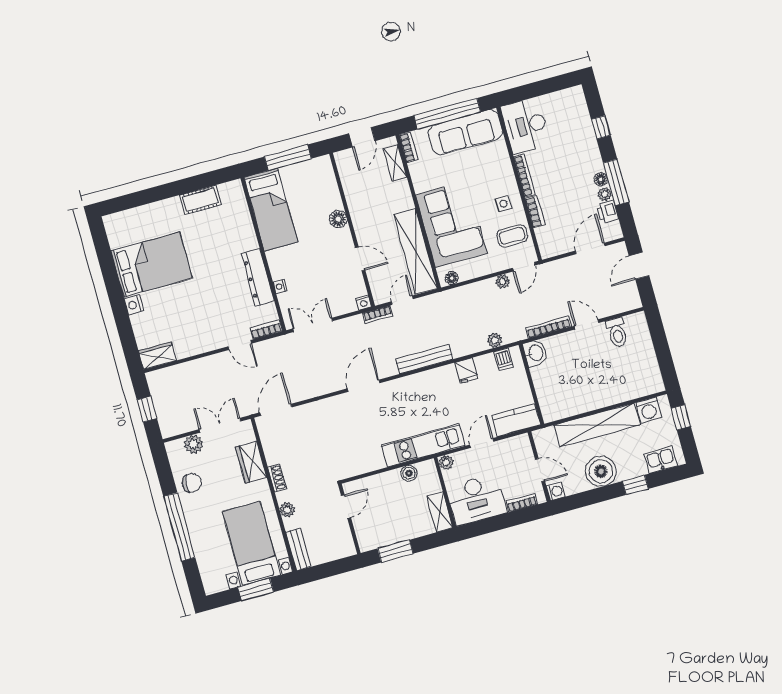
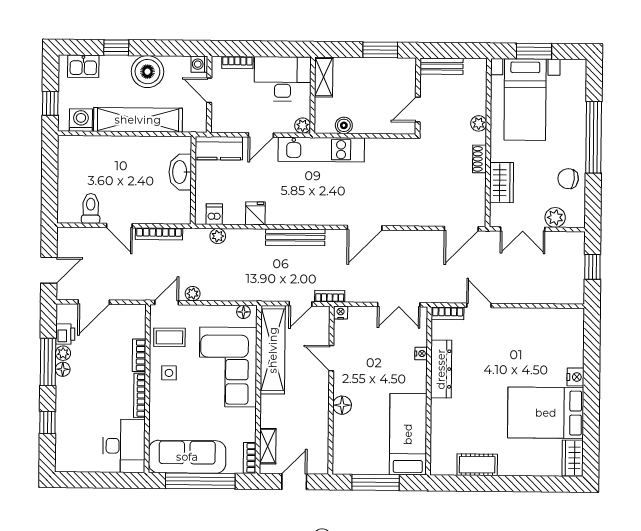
washbasin: (535, 353) -> (180, 172), moved, width x1.38
wardrobe: (157, 356) -> (573, 458), moved, turned 90
bench: (298, 549) -> (441, 66), moved, turned 90

